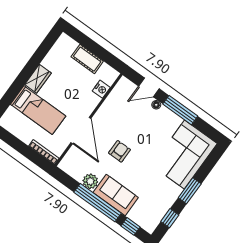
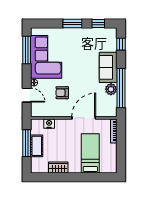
window: (98, 50) -> (27, 143), added
wardrobe: (38, 79) -> (58, 168), moved
window: (180, 110) -> (27, 50), moved
armchair: (120, 151) -> (62, 93), moved
corner sofa: (184, 155) -> (46, 57), moved, turned -90
window: (98, 203) -> (121, 88), moved

